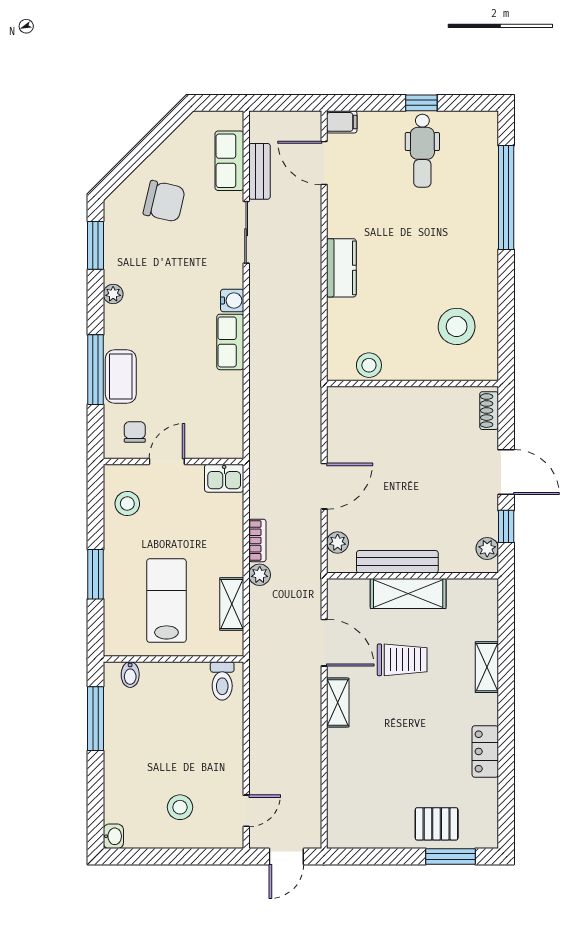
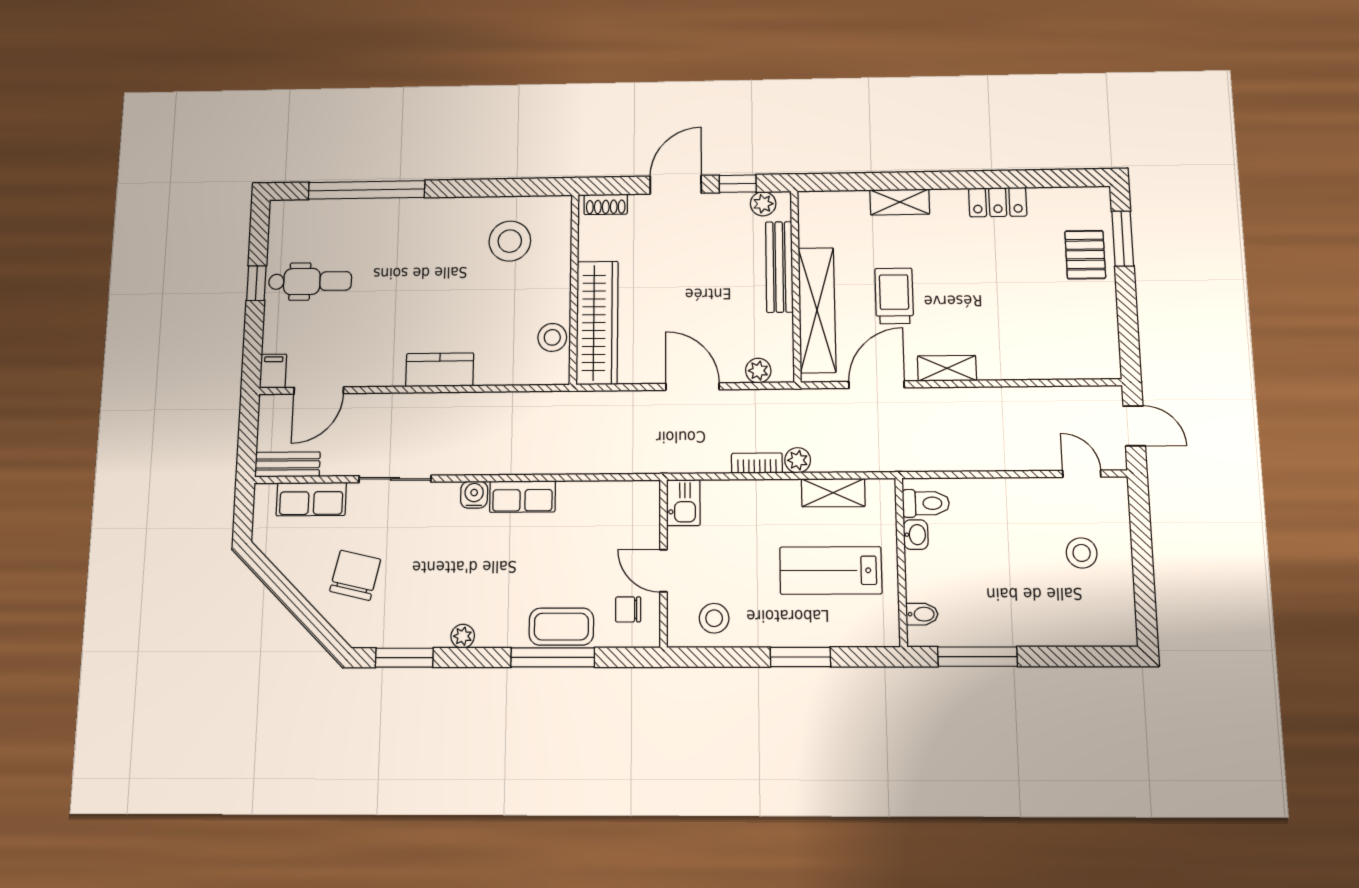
bench: (259, 171) -> (287, 464), moved
wardrobe: (382, 404) -> (597, 323), added
bench: (397, 562) -> (779, 267), moved
shelving: (408, 594) -> (817, 310), width x1.47
washbasin: (113, 836) -> (916, 535), moved, turned 90

